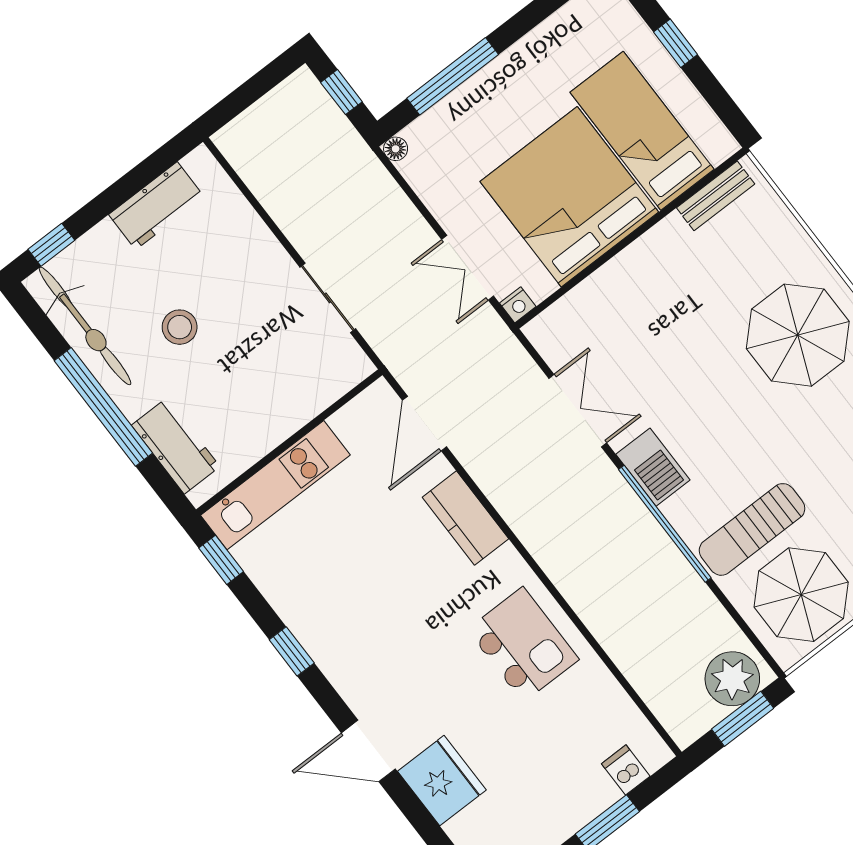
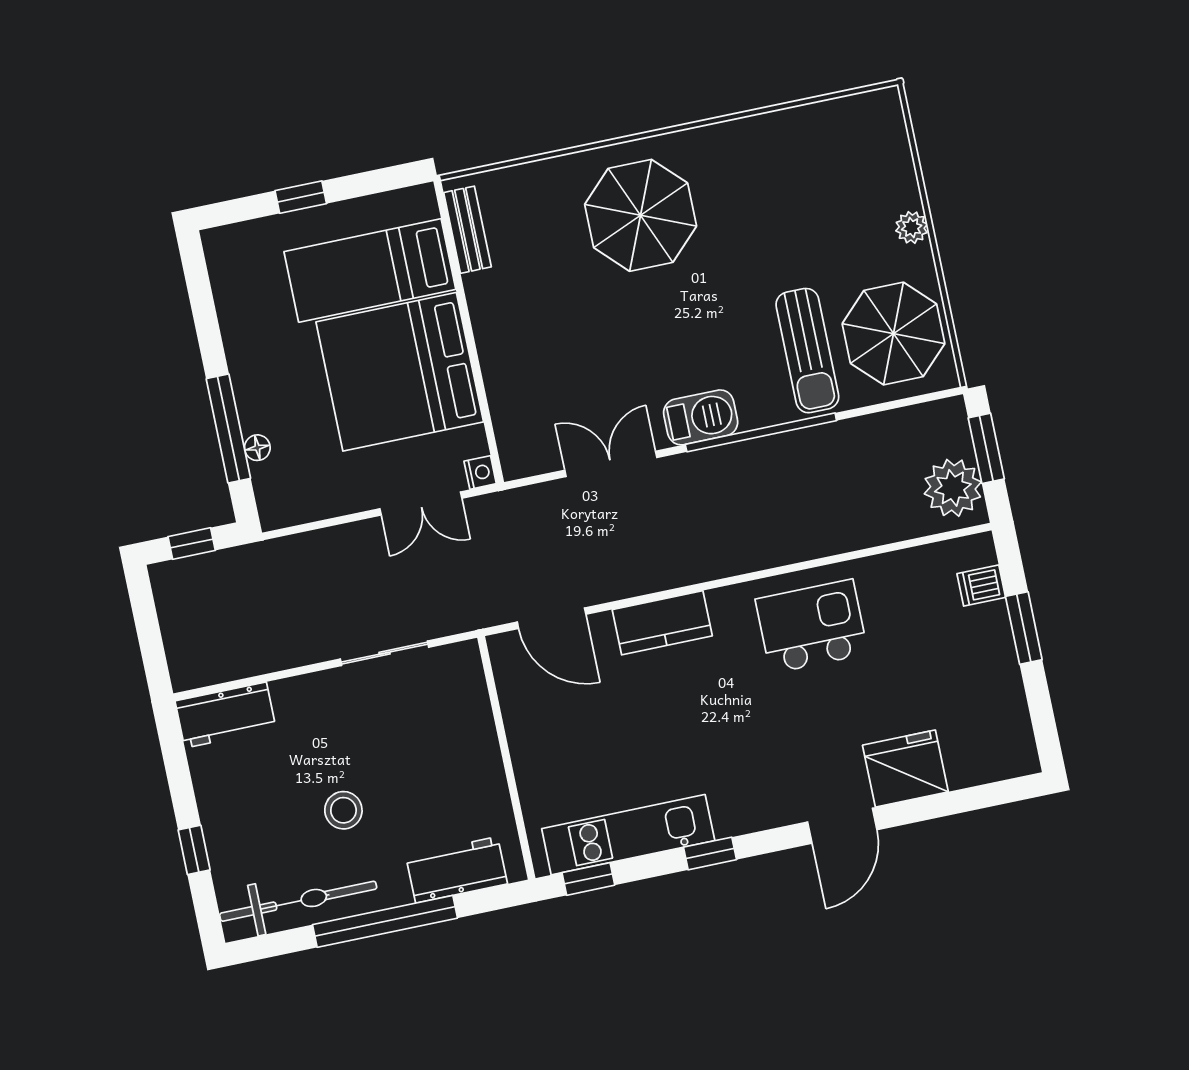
floor lamp: (396, 149) -> (257, 448), moved
workbench: (157, 206) -> (225, 715), moved, turned 90
window: (51, 245) -> (194, 850), moved
kitchen unit: (275, 485) -> (628, 835), moved, turned -90
plant: (732, 679) -> (953, 488), moved

